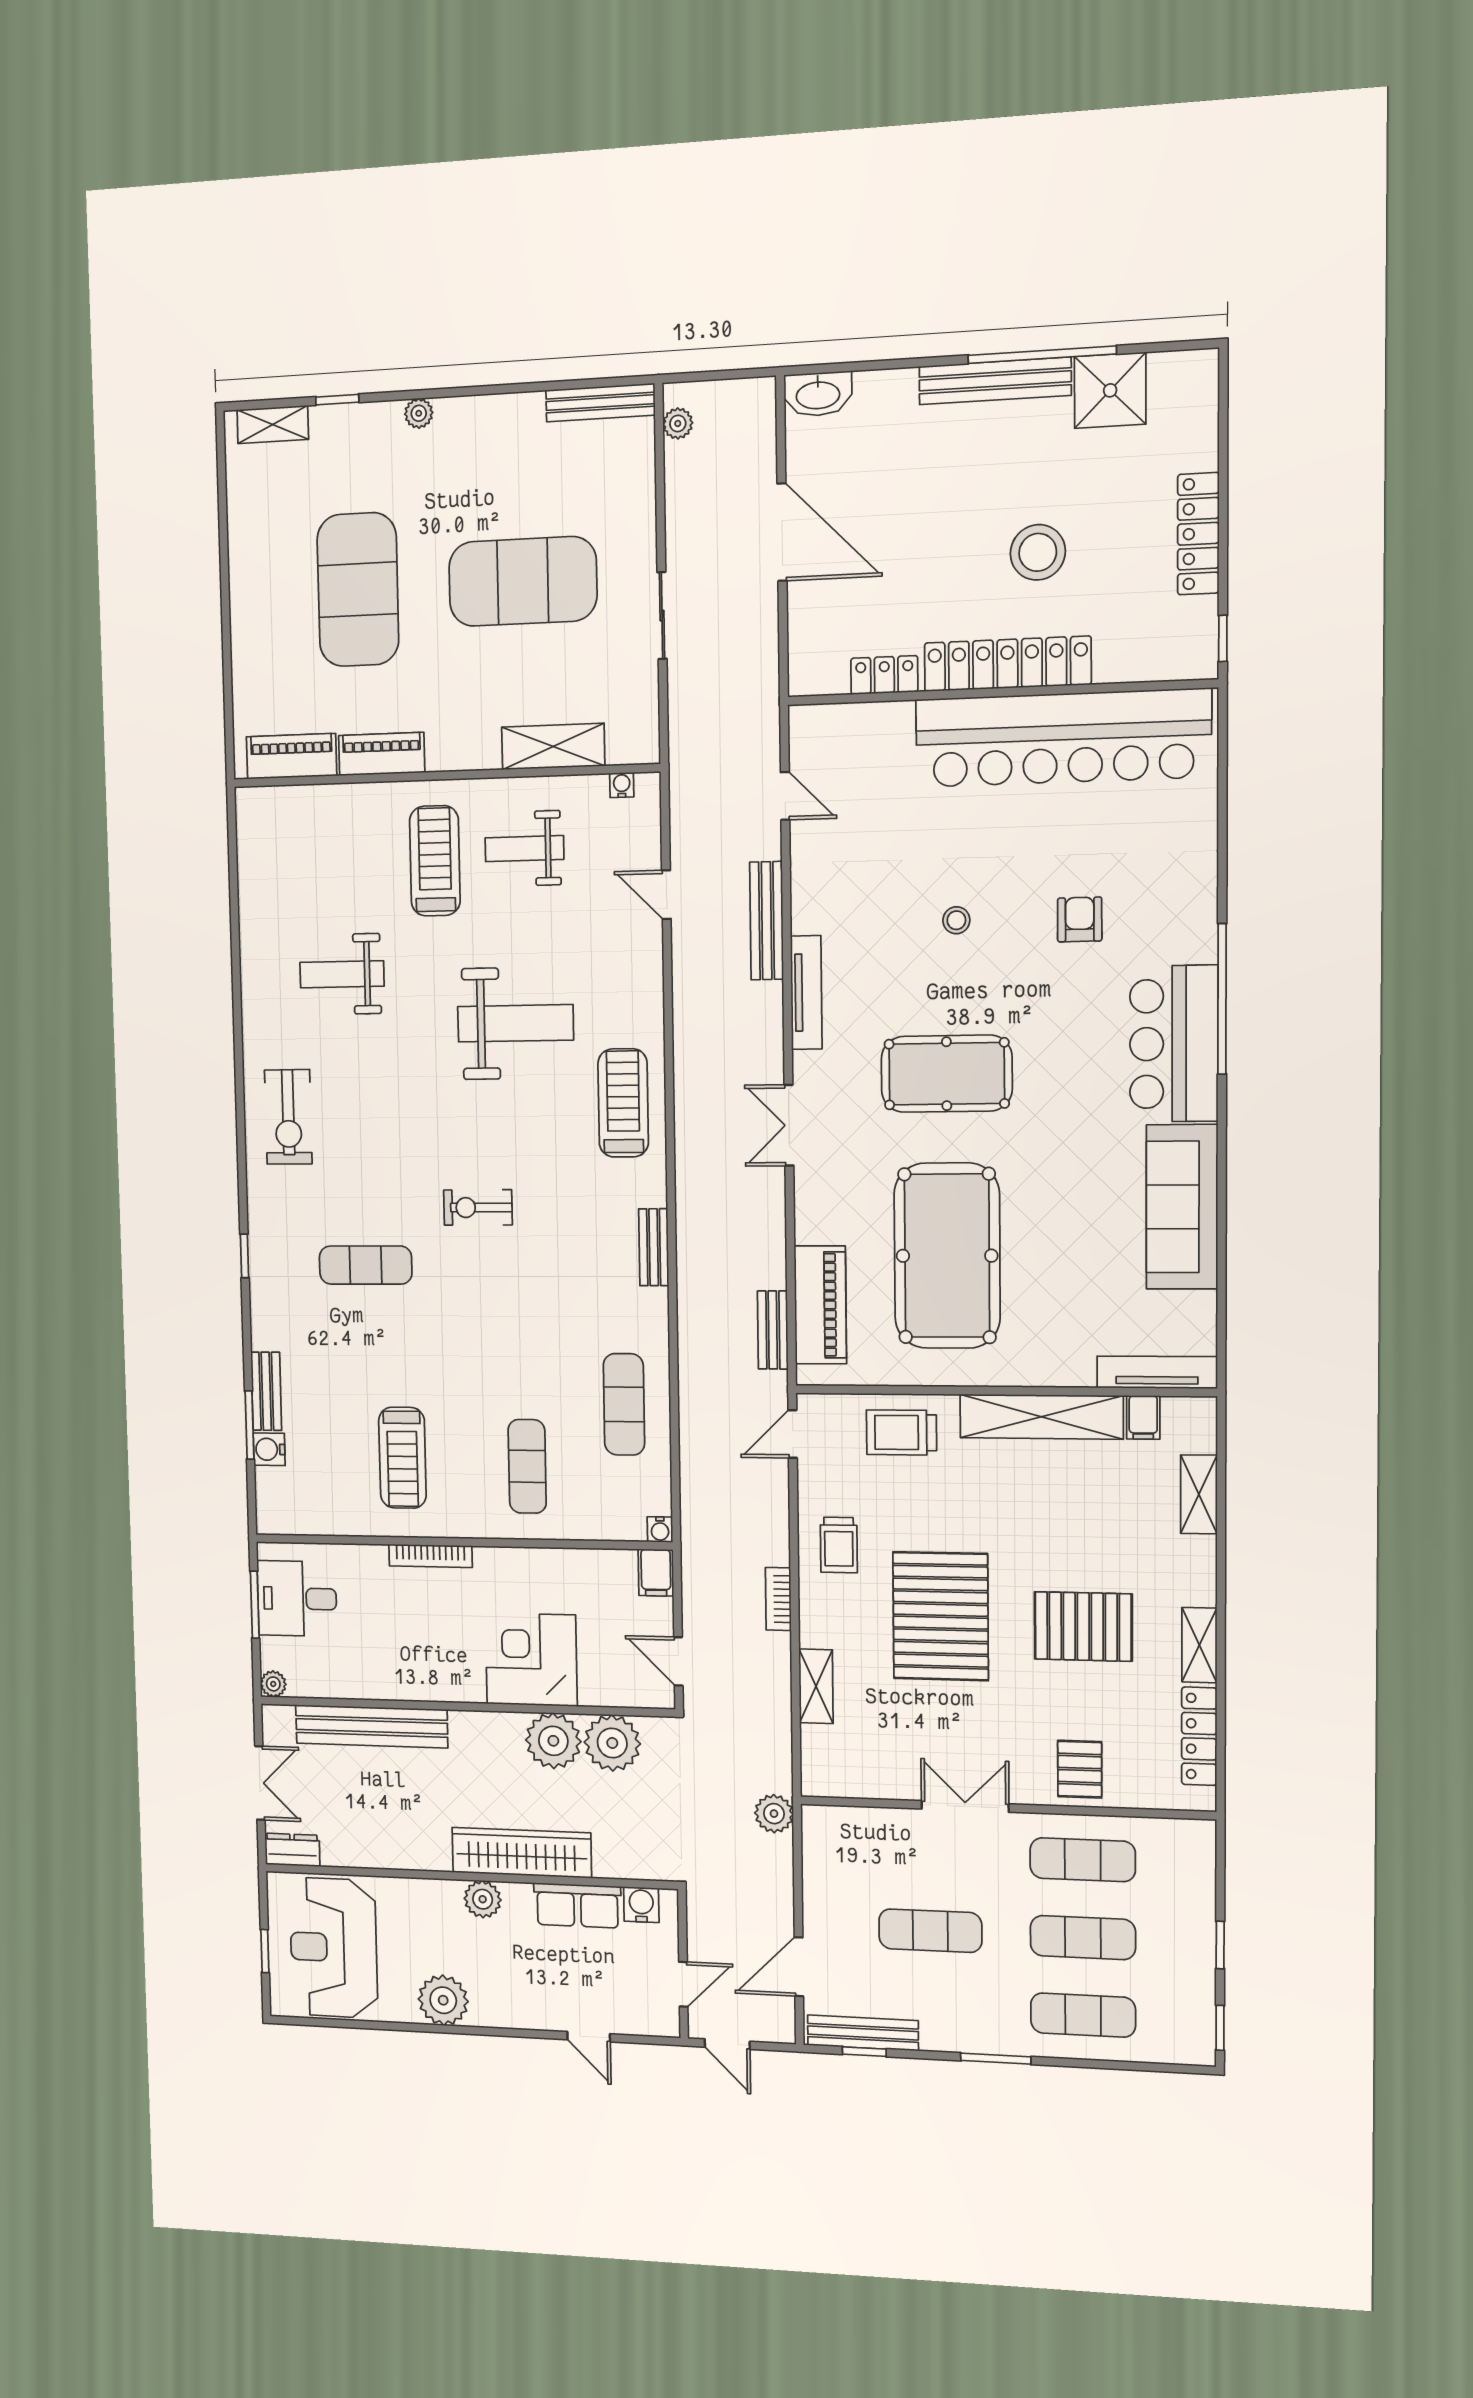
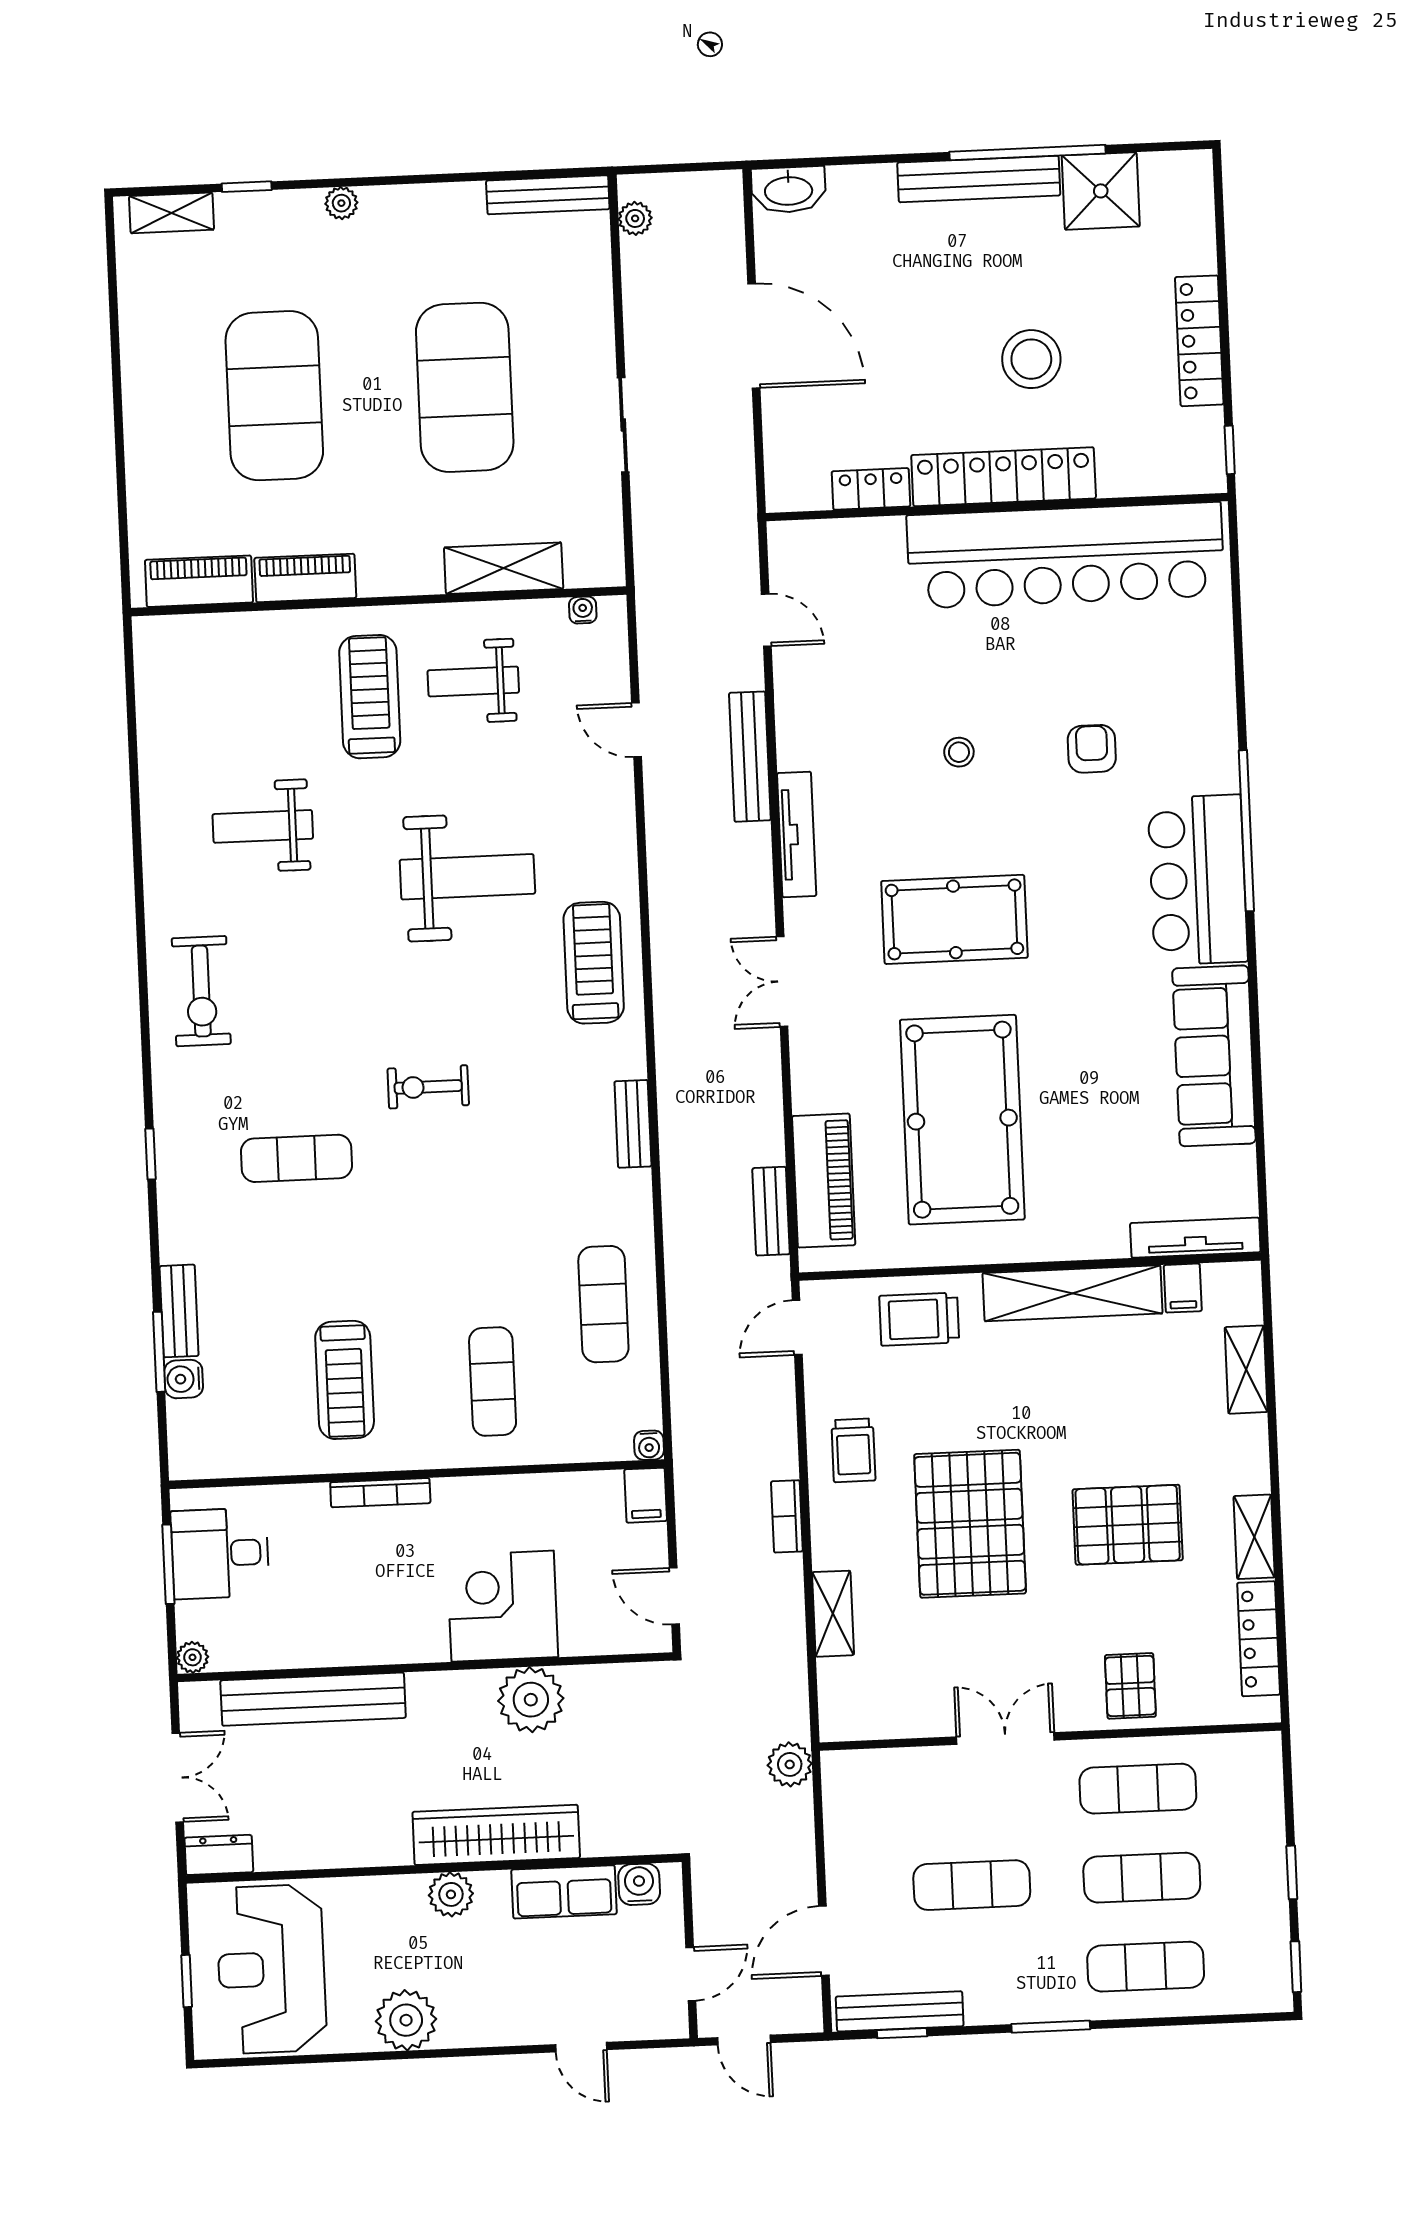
exercise mat: (523, 581) -> (465, 387), turned 90
plant: (612, 1743) -> (600, 1697), removed

